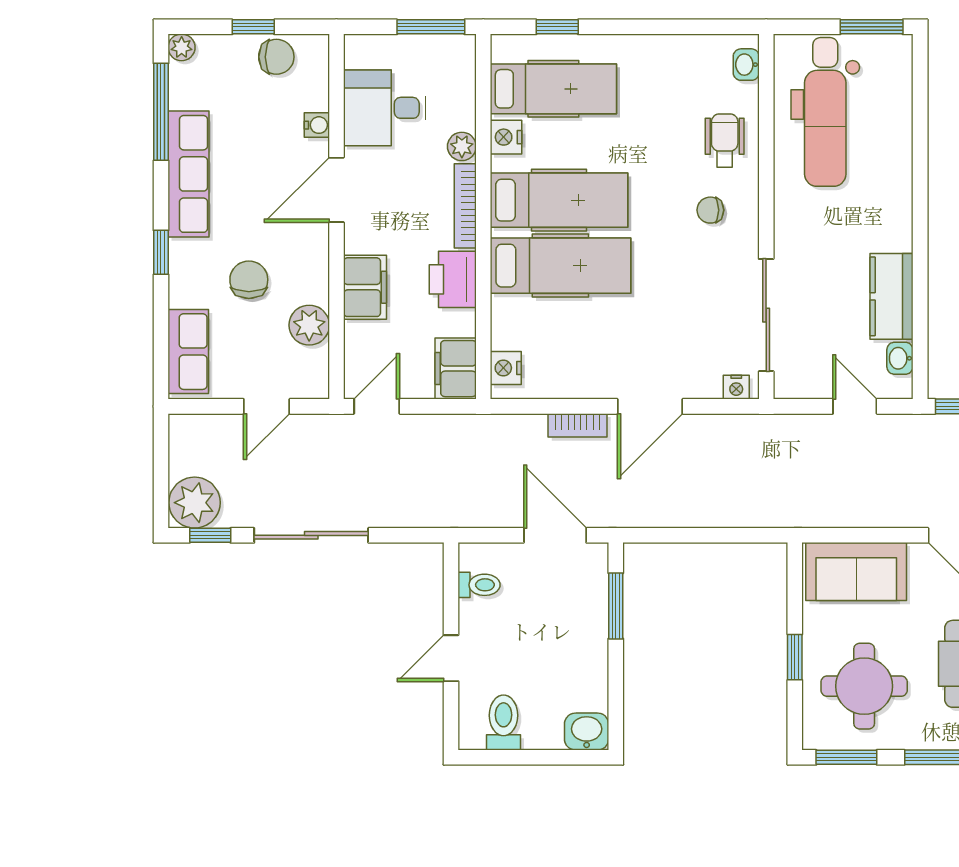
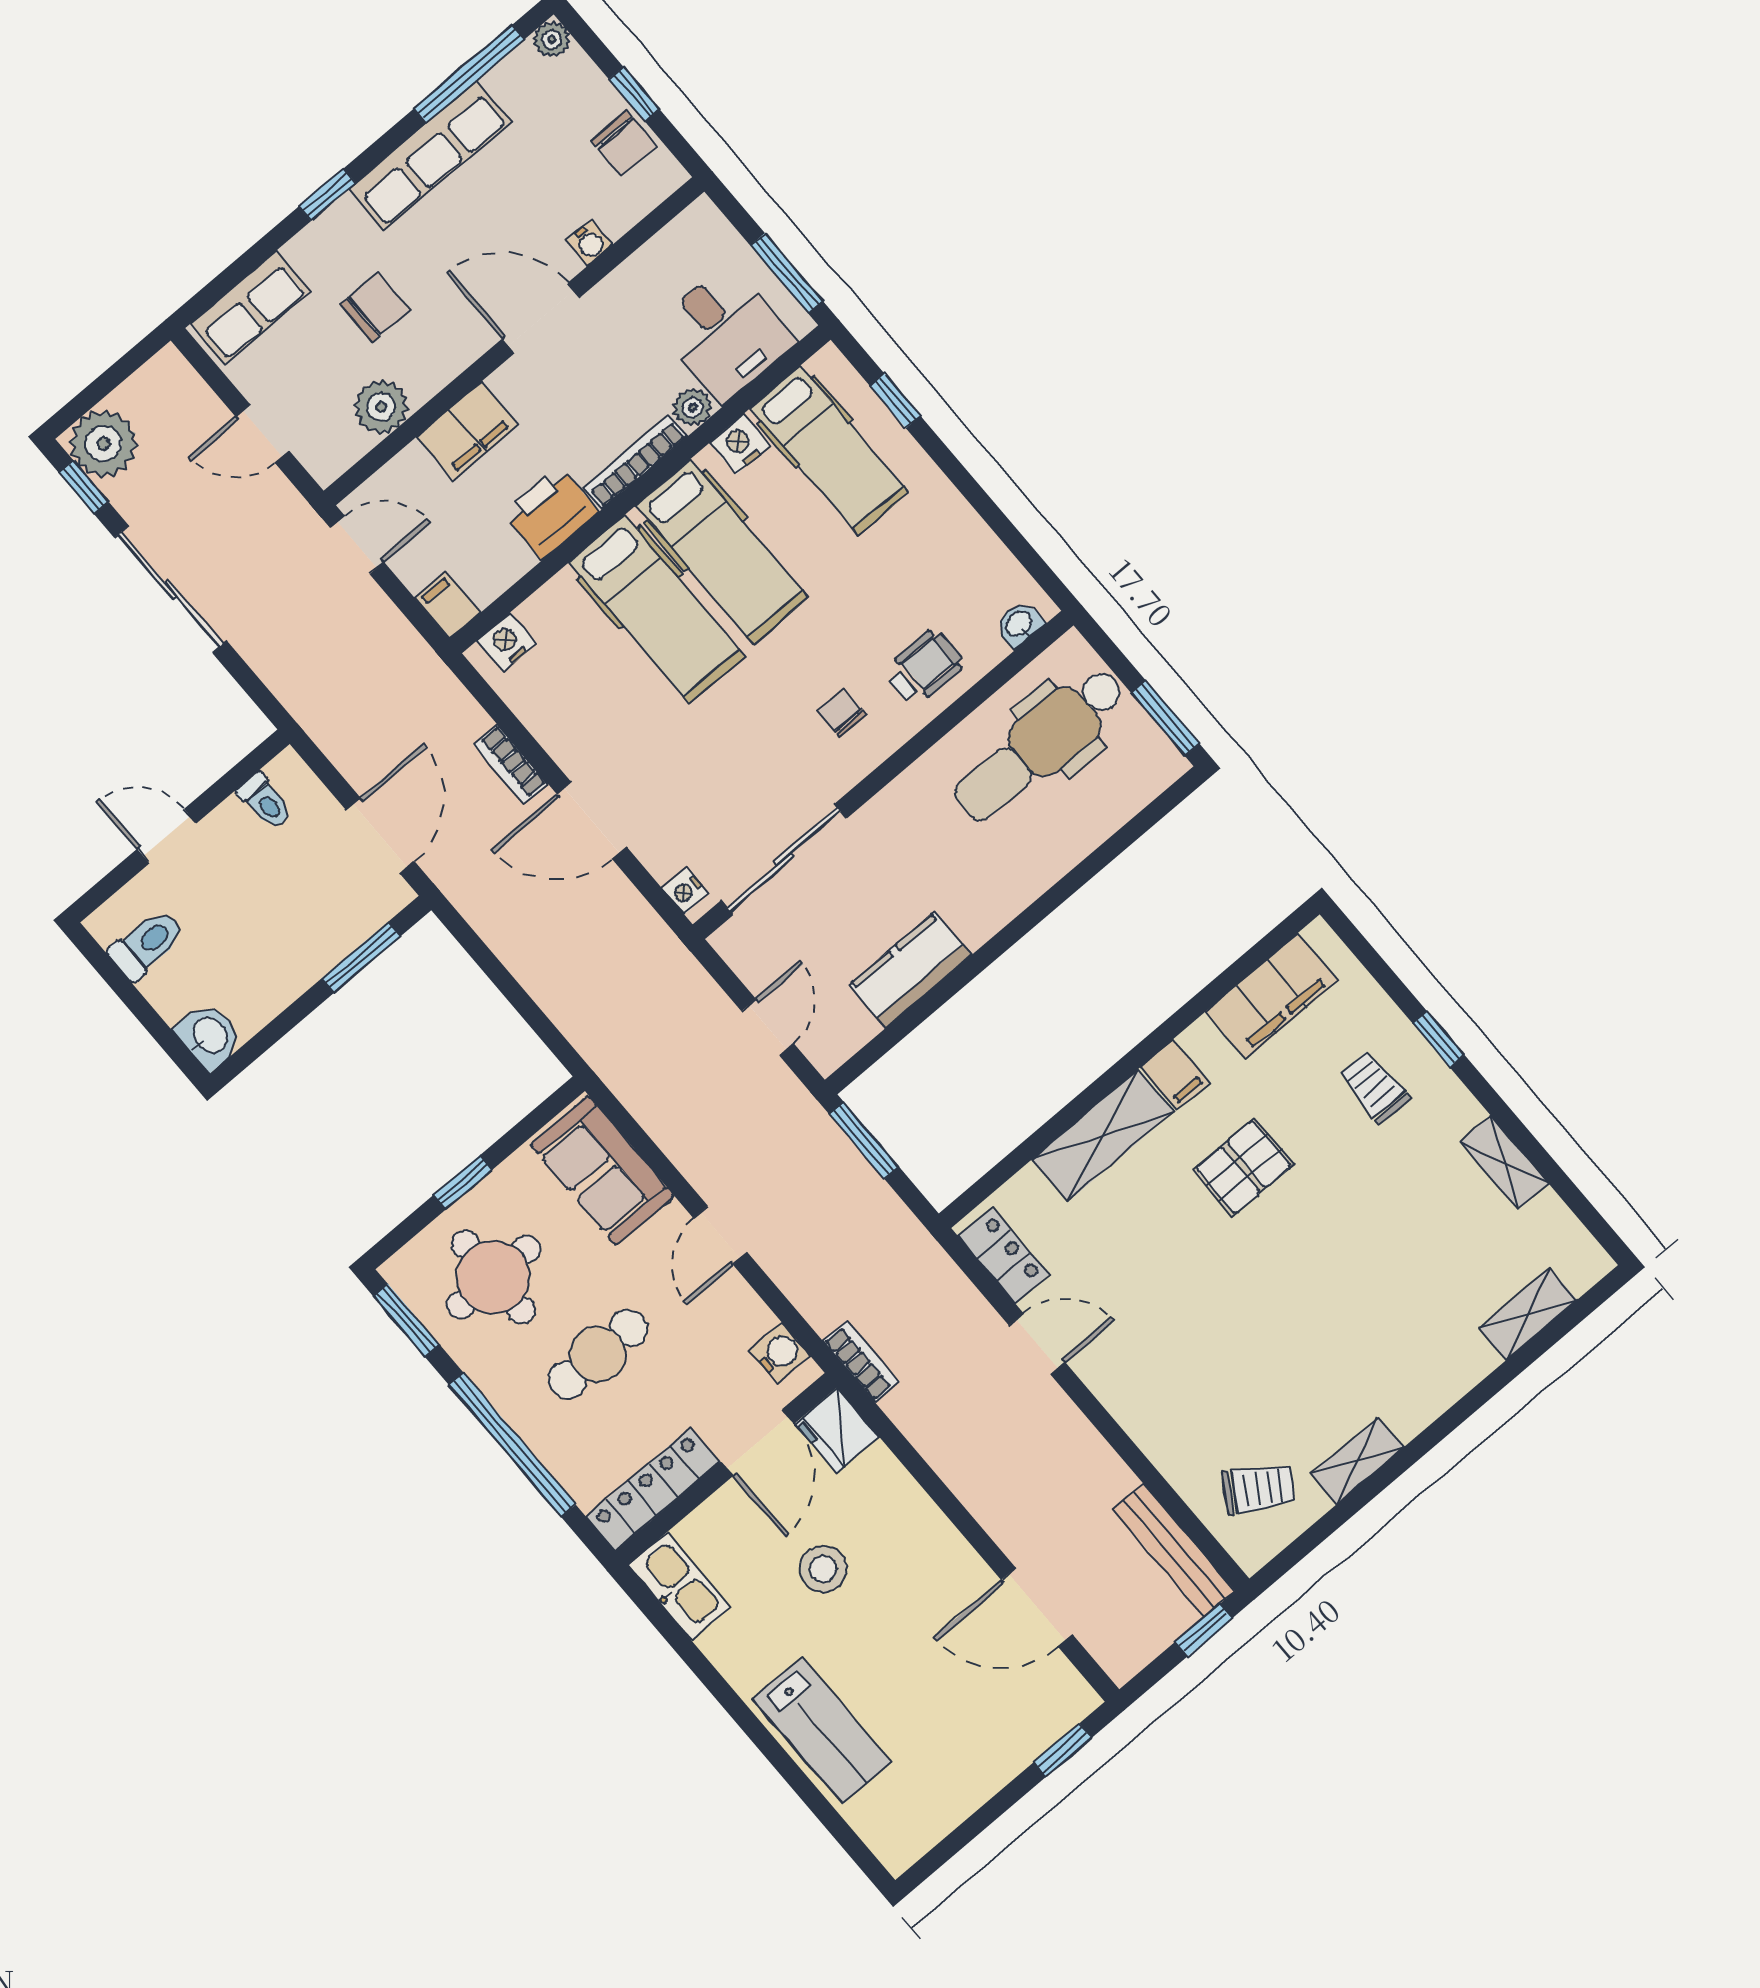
desk: (385, 108) -> (725, 333), moved, turned 180
washbasin: (900, 358) -> (855, 1032), removed
filing cabinet: (456, 369) -> (448, 605), width x0.50

